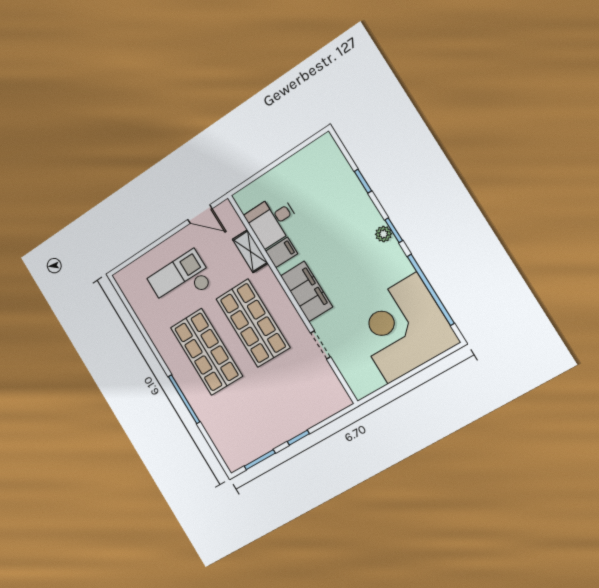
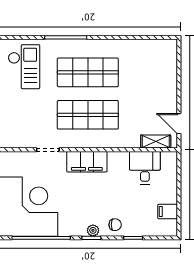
chair: (360, 212) -> (115, 225), added
door: (200, 214) -> (179, 124), hinge flipped
shelving: (250, 251) -> (156, 142), moved
filing cabinet: (282, 252) -> (168, 212), moved, turned 90
checkout: (181, 280) -> (24, 67), moved

